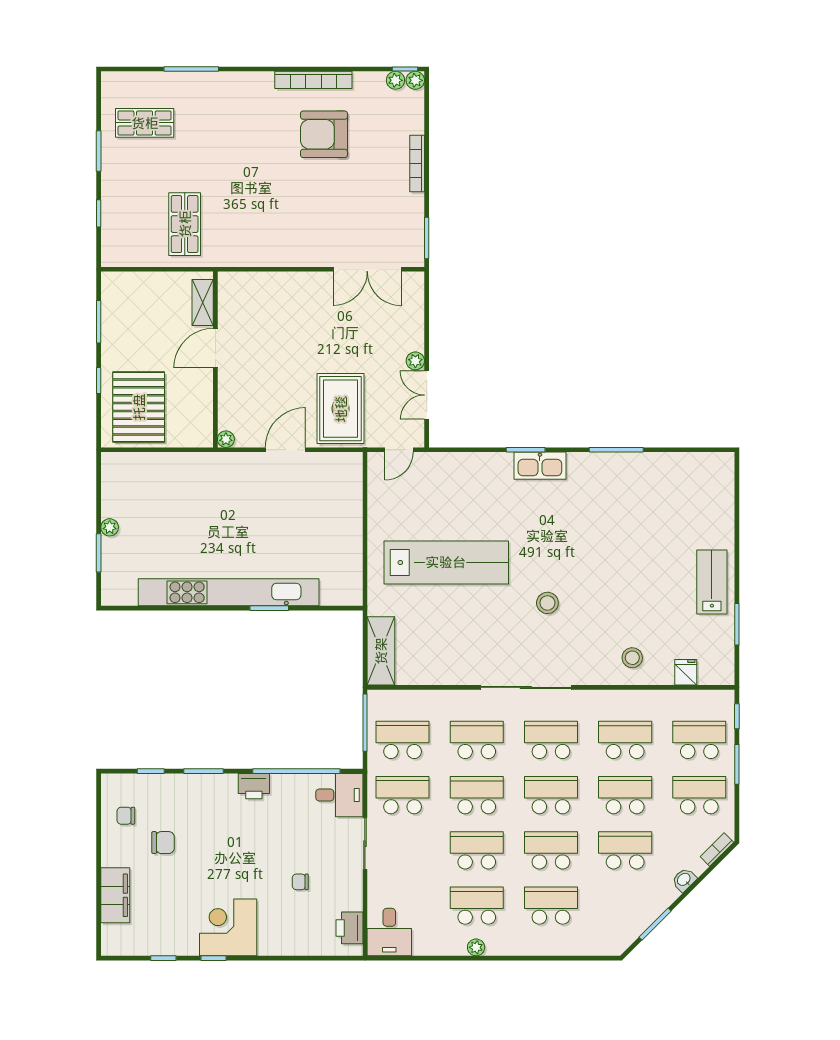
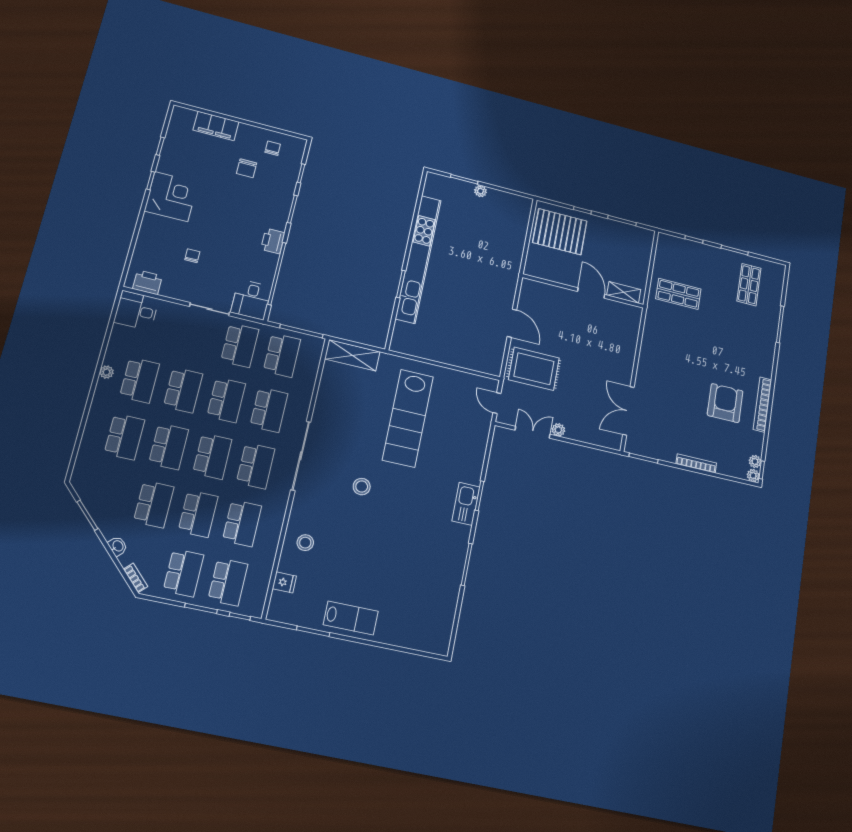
plant: (226, 439) -> (527, 284), removed

